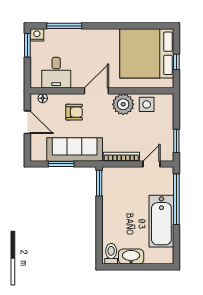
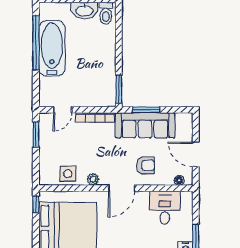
window: (176, 62) -> (36, 204), moved
plant: (123, 104) -> (93, 179), width x0.53, depth x0.53
armchair: (74, 112) -> (146, 165), turned 180
window: (61, 164) -> (146, 110), moved
window: (176, 199) -> (36, 43), moved

